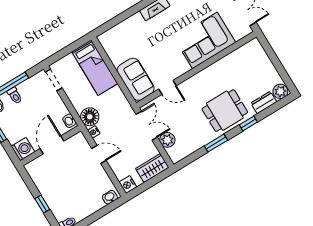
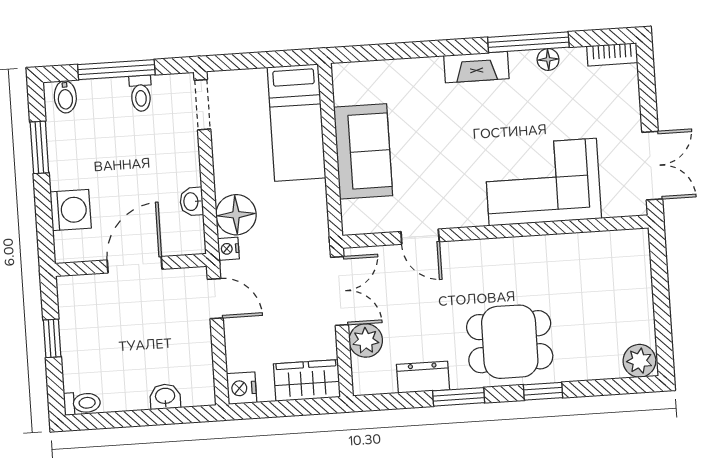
sofa: (136, 79) -> (363, 151), moved
toilet: (15, 96) -> (141, 93), moved
dresser: (264, 102) -> (423, 377), moved
door: (52, 145) -> (135, 265), moved
wall: (51, 146) -> (131, 265), moved
washbasin: (110, 197) -> (165, 397), moved

